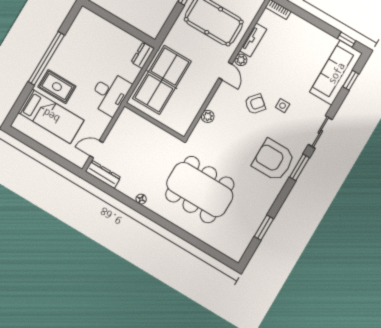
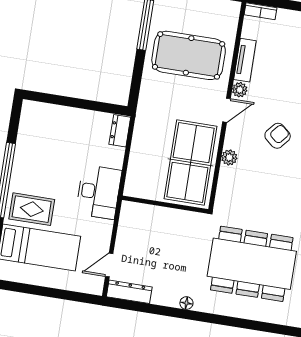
door: (225, 71) -> (227, 110), hinge flipped
table tennis table: (162, 80) -> (191, 163), moved
plant: (208, 116) -> (229, 157), moved

